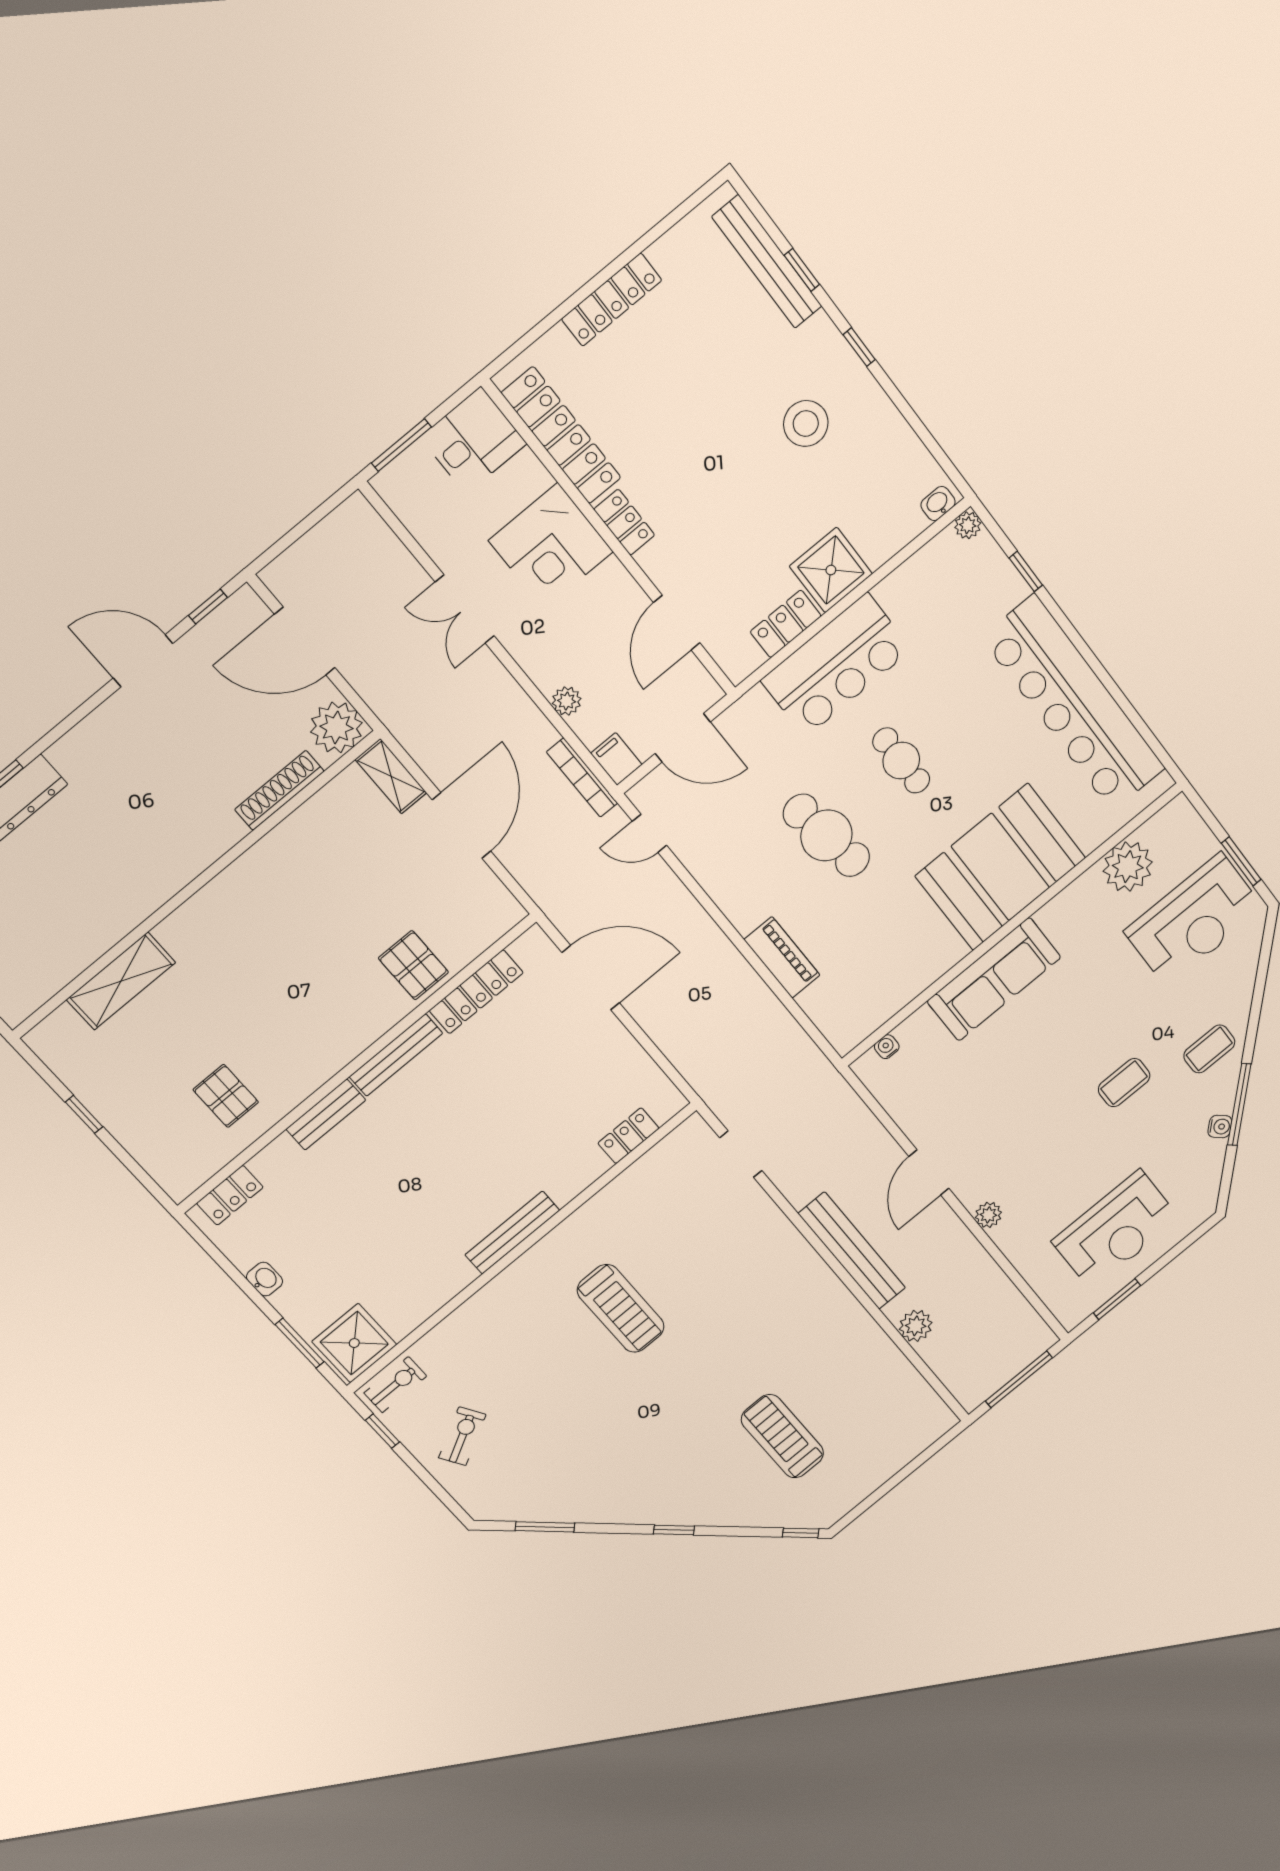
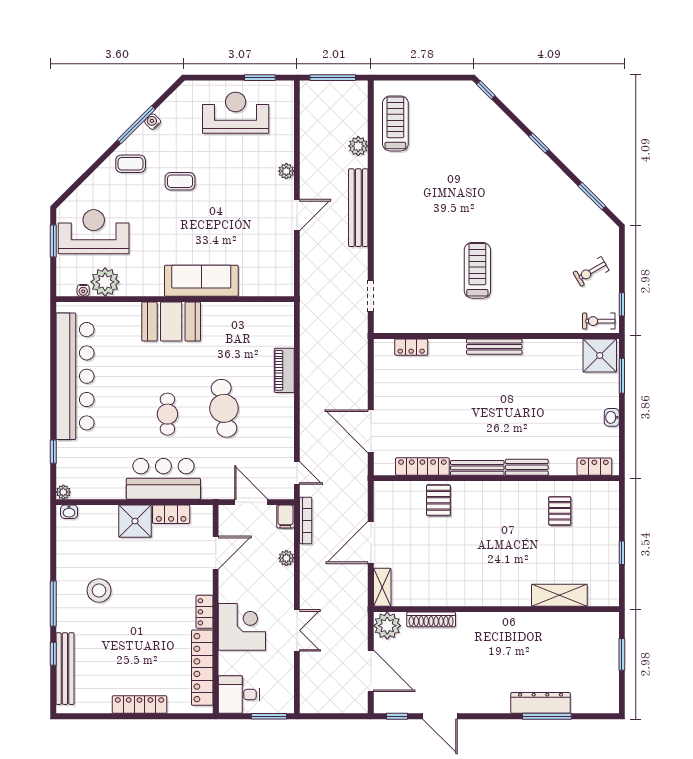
window: (859, 347) -> (53, 604), width x2.17
booth: (1000, 867) -> (171, 322), width x0.73, depth x0.70
water cooler: (887, 1047) -> (83, 290), moved
treadmill: (782, 1436) -> (395, 123), moved, turned 180

